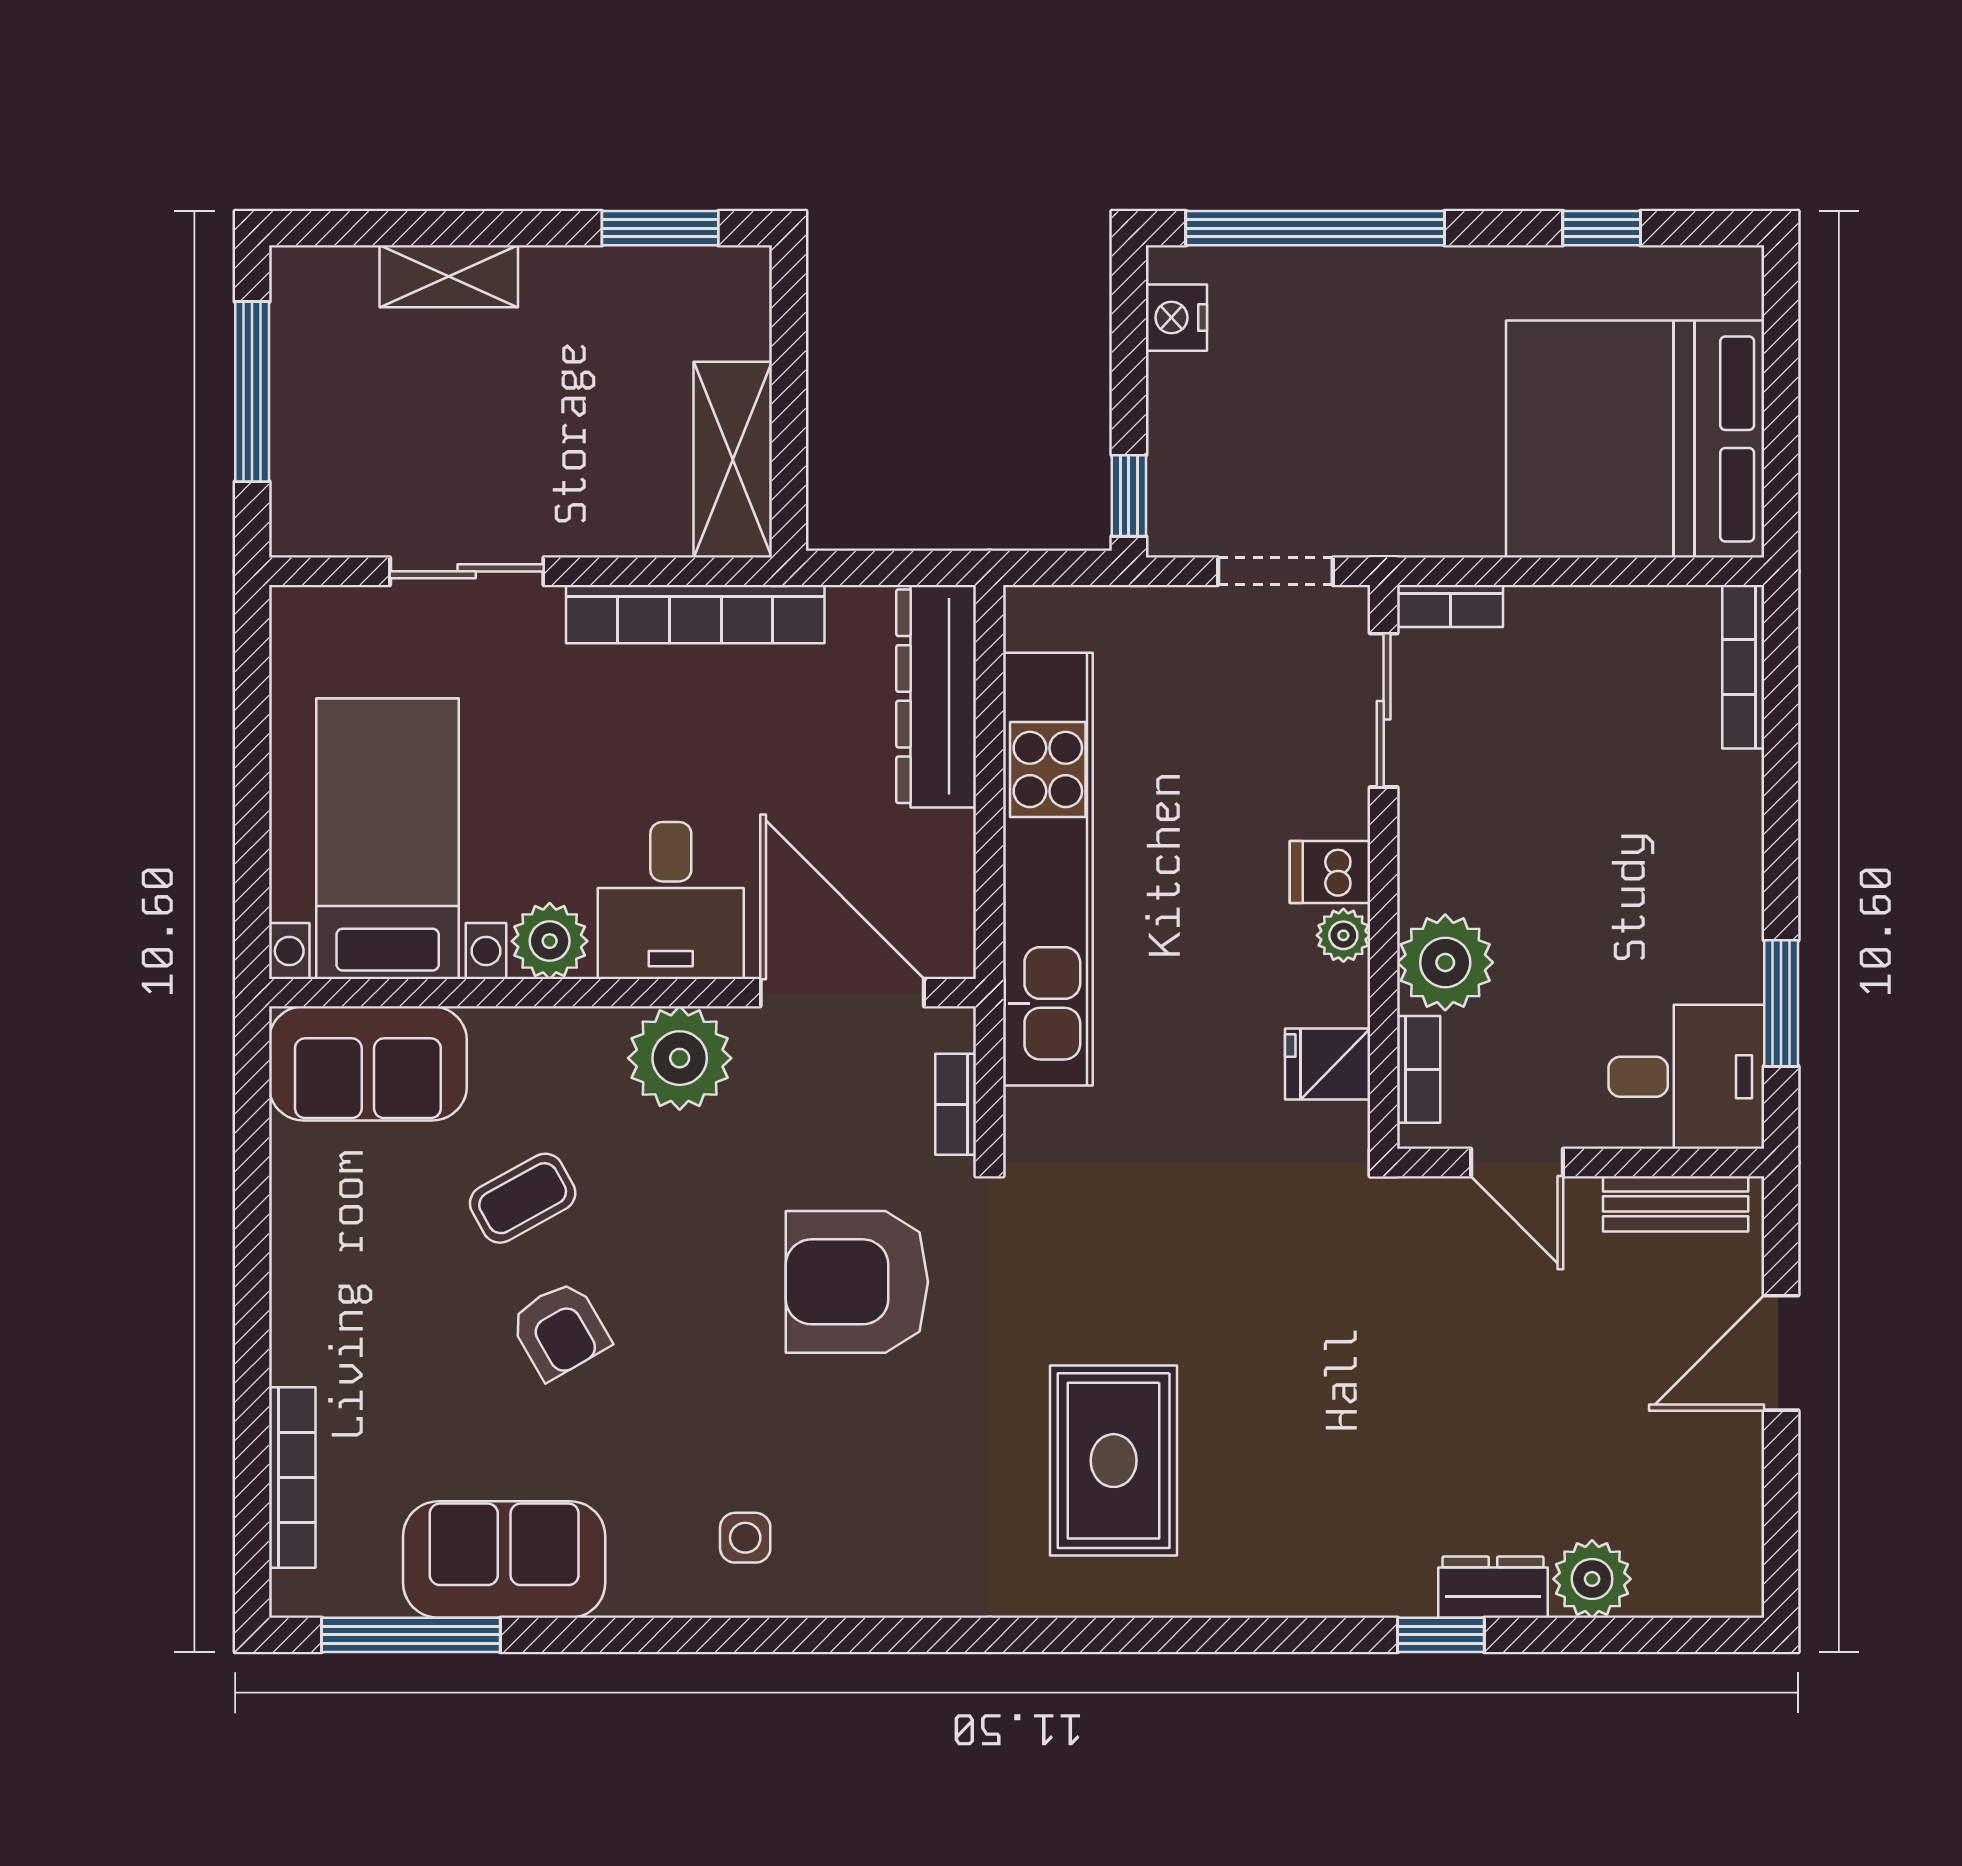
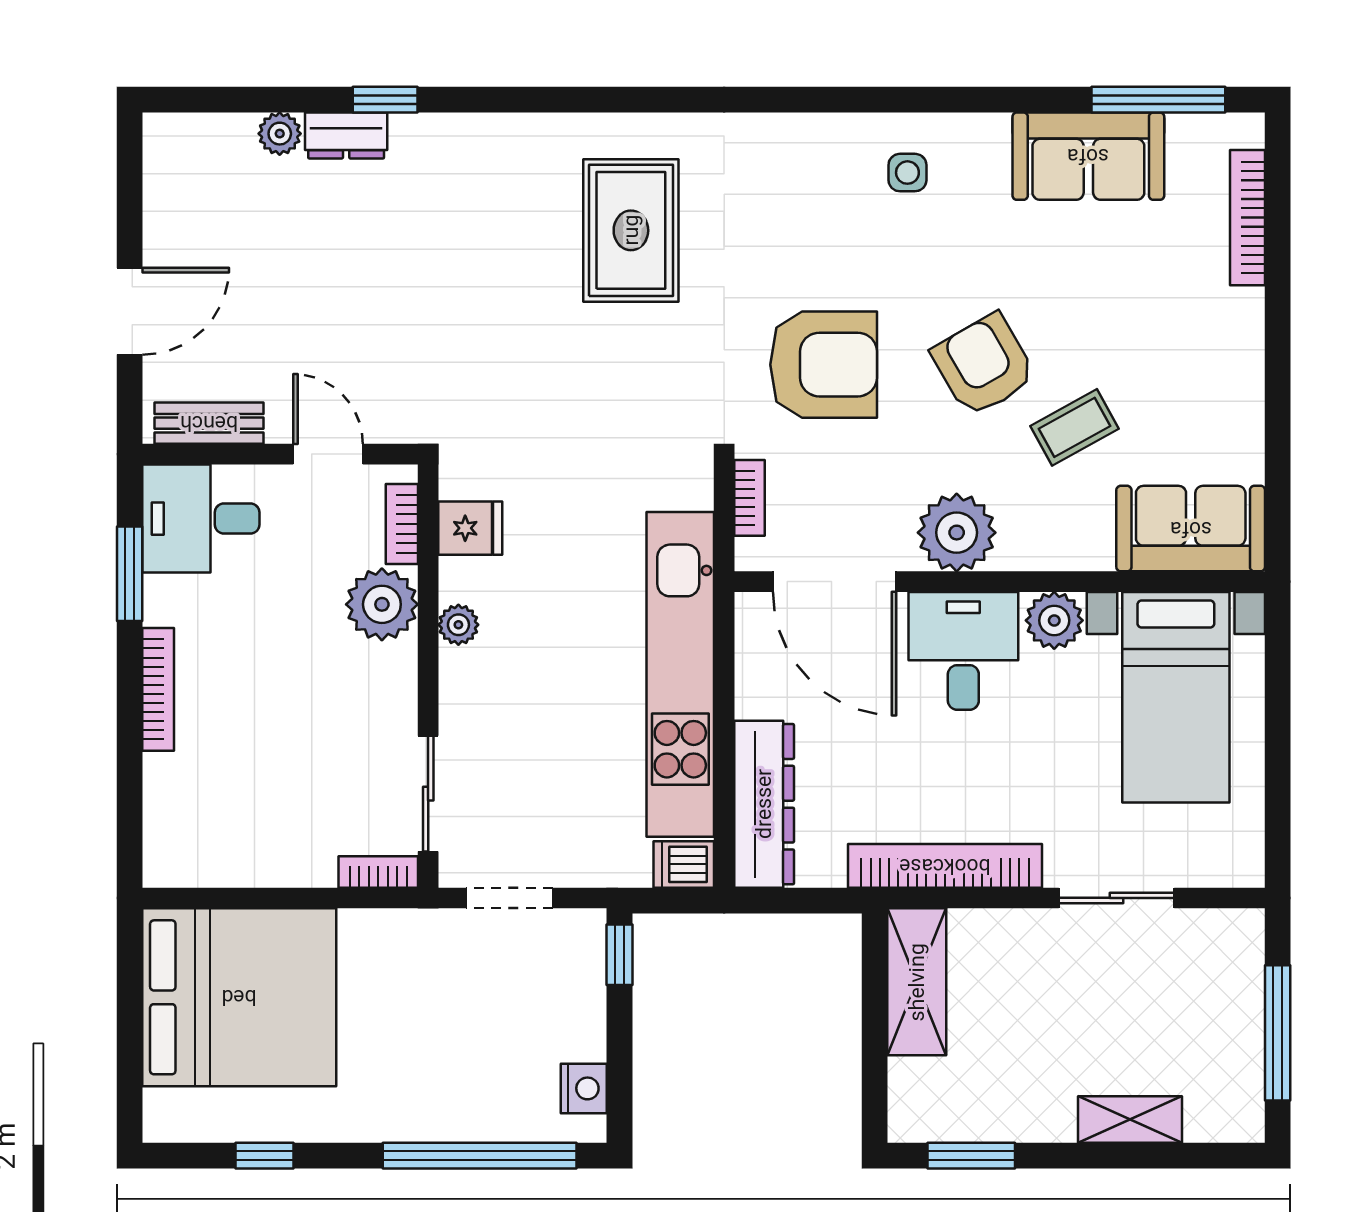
bookcase: (1743, 667) -> (158, 689), moved
dishwasher: (1330, 872) -> (684, 864), moved, turned 180
armchair: (560, 1330) -> (984, 365), moved, width x1.38, depth x1.38
plant: (1592, 1579) -> (280, 134), width x0.73, depth x0.73

